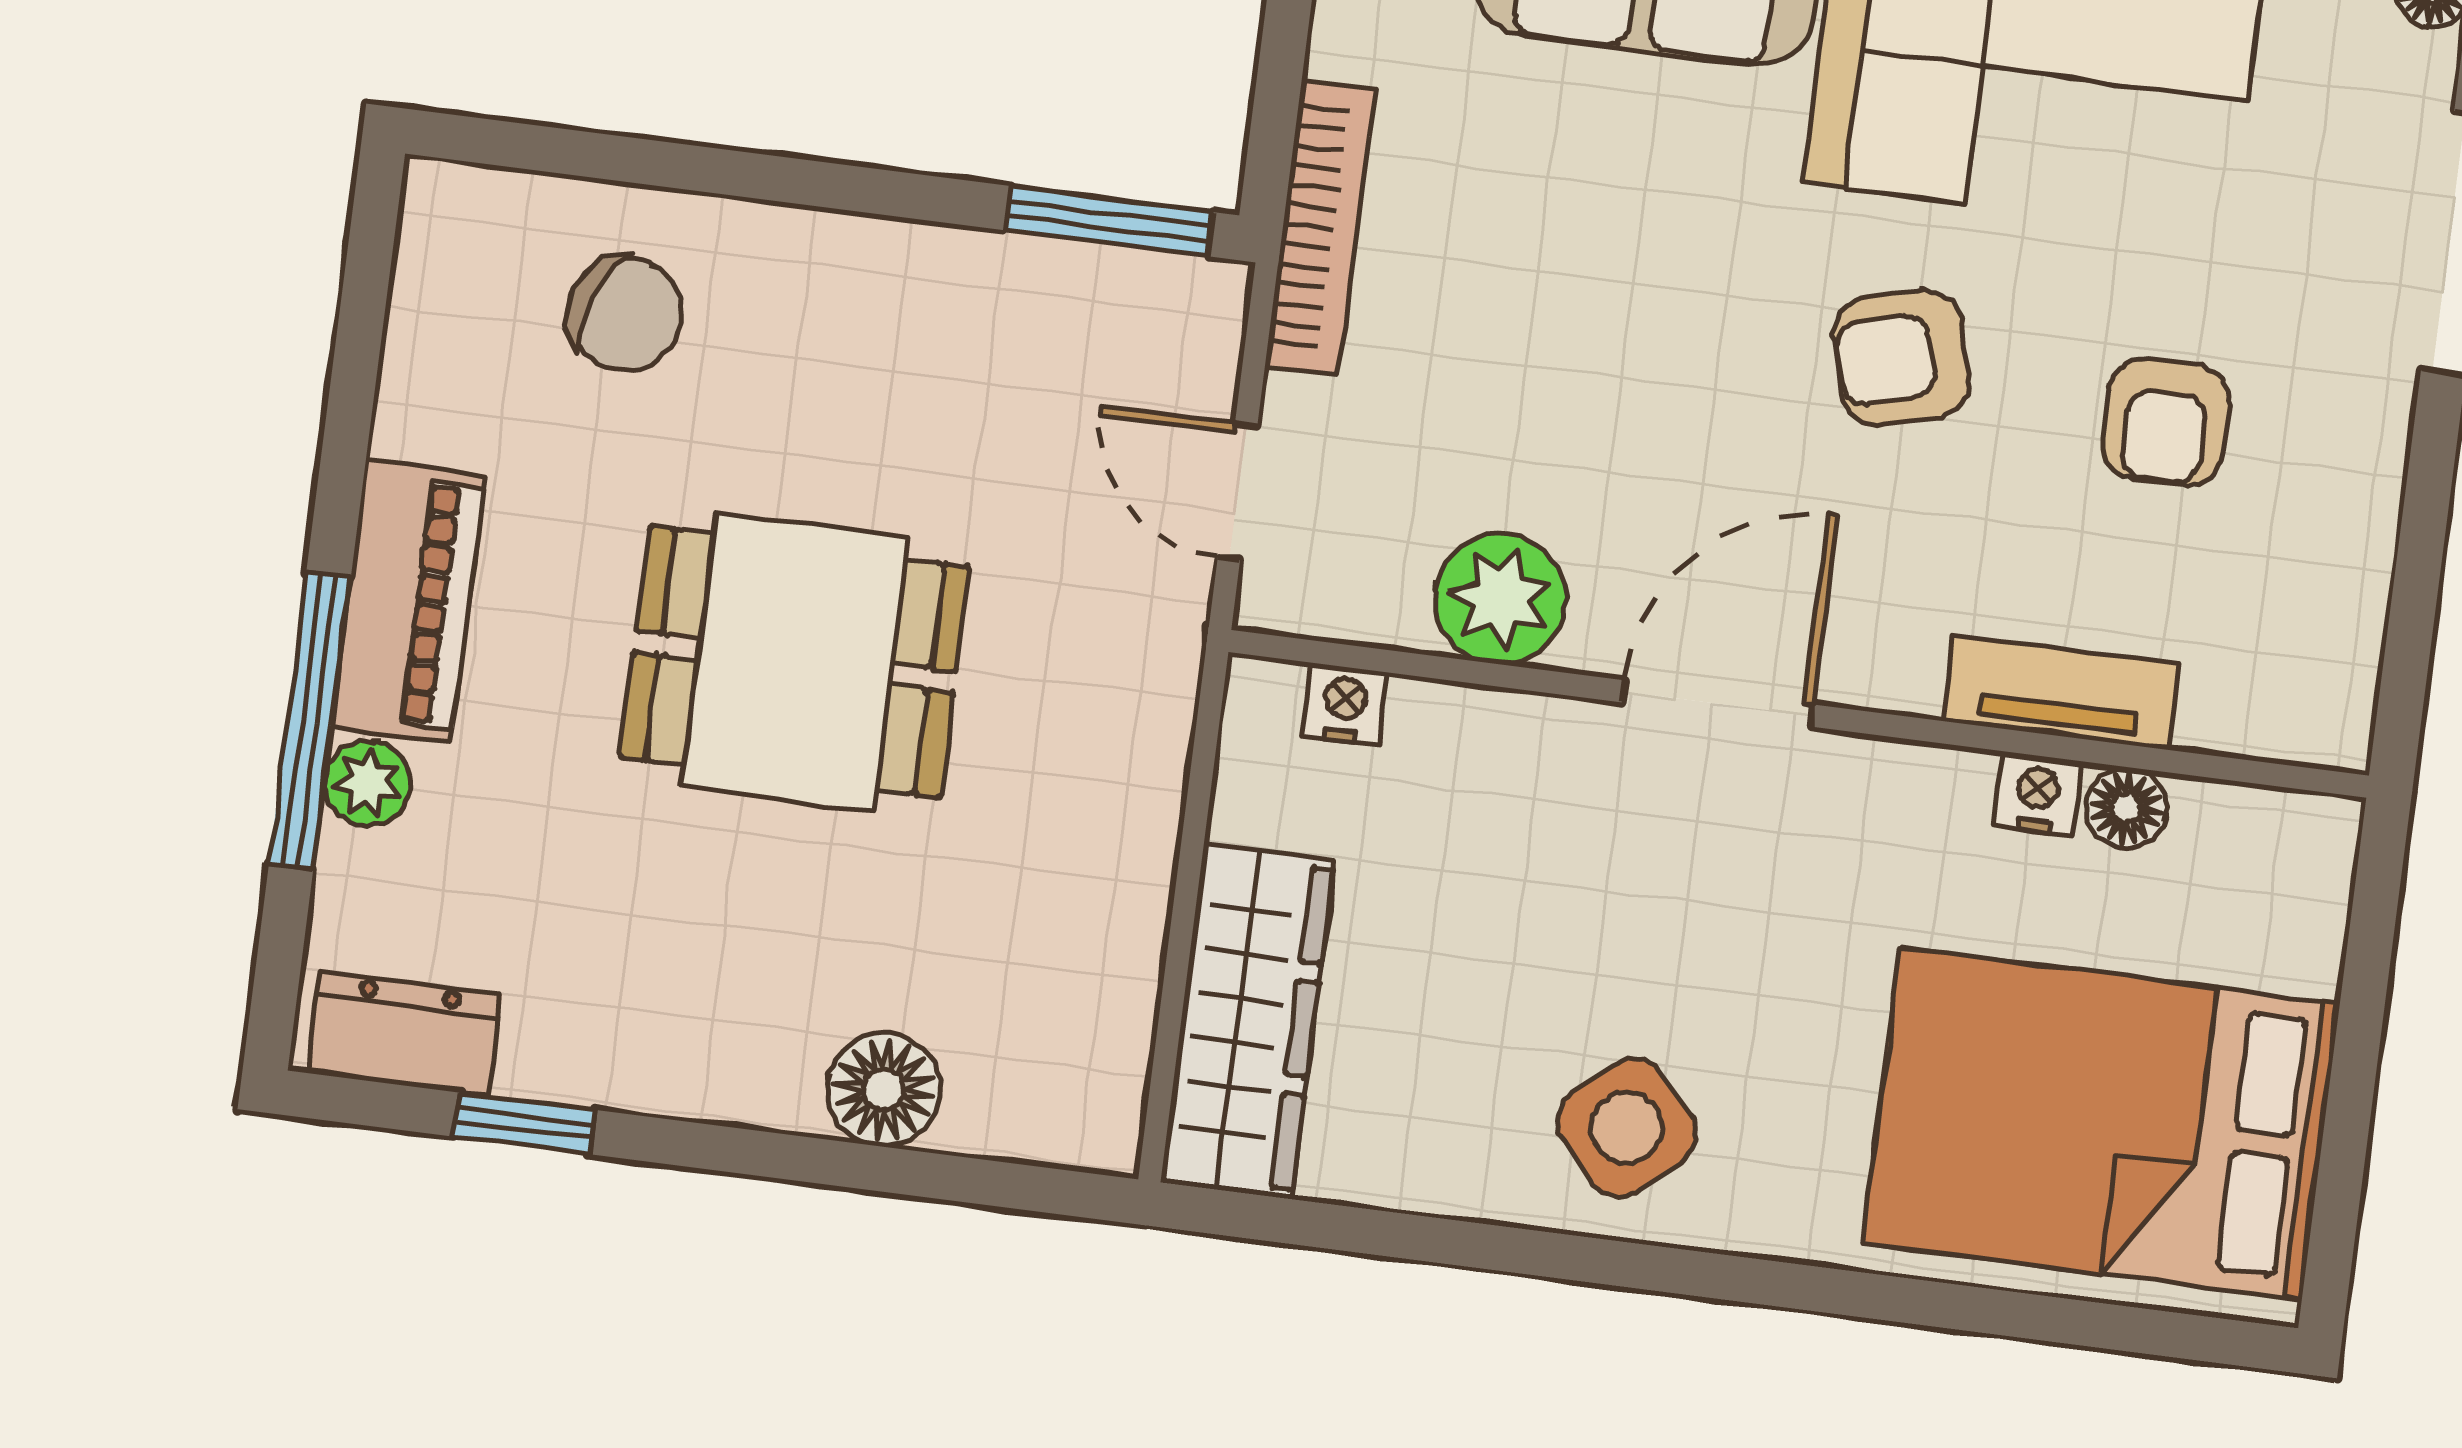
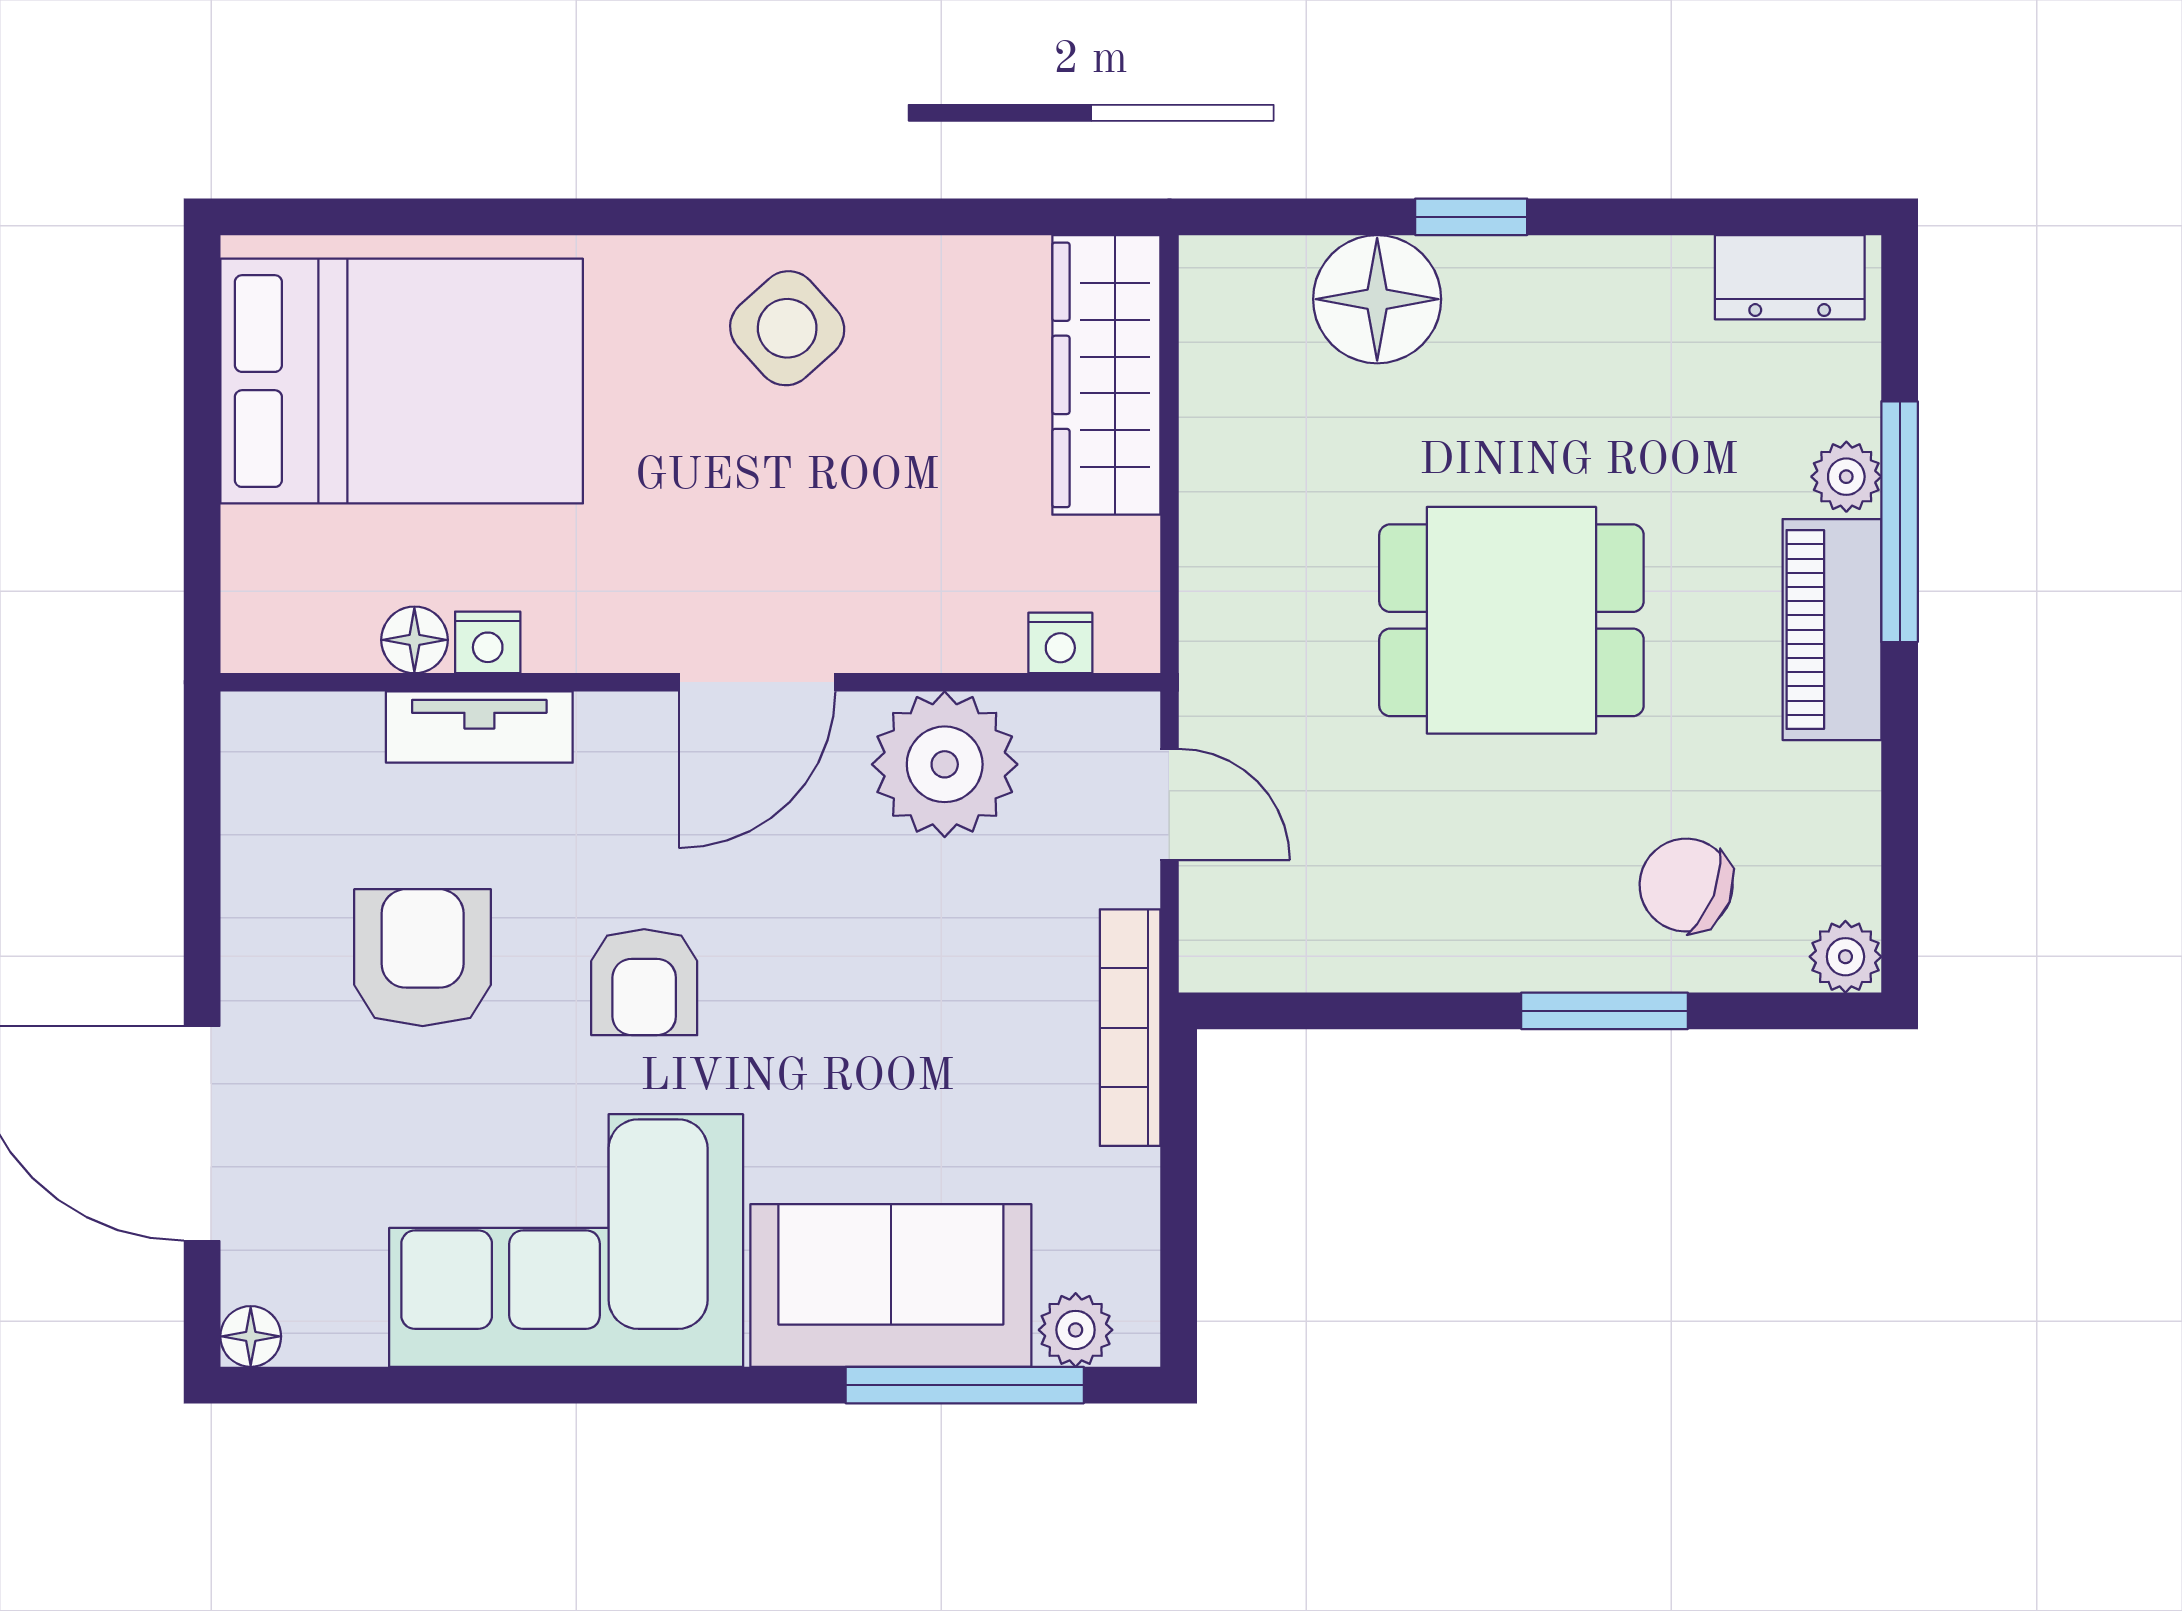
plant: (443, 202) -> (1845, 957), added
window: (1109, 221) -> (1605, 1011), moved
armchair: (1901, 358) -> (644, 982), turned 105
armchair: (2166, 422) -> (423, 958), width x1.38, depth x1.38
plant: (1501, 599) -> (945, 764), width x1.36, depth x1.36
floor lamp: (884, 1090) -> (1377, 299), width x1.38, depth x1.38
window: (524, 1123) -> (1471, 217), moved

